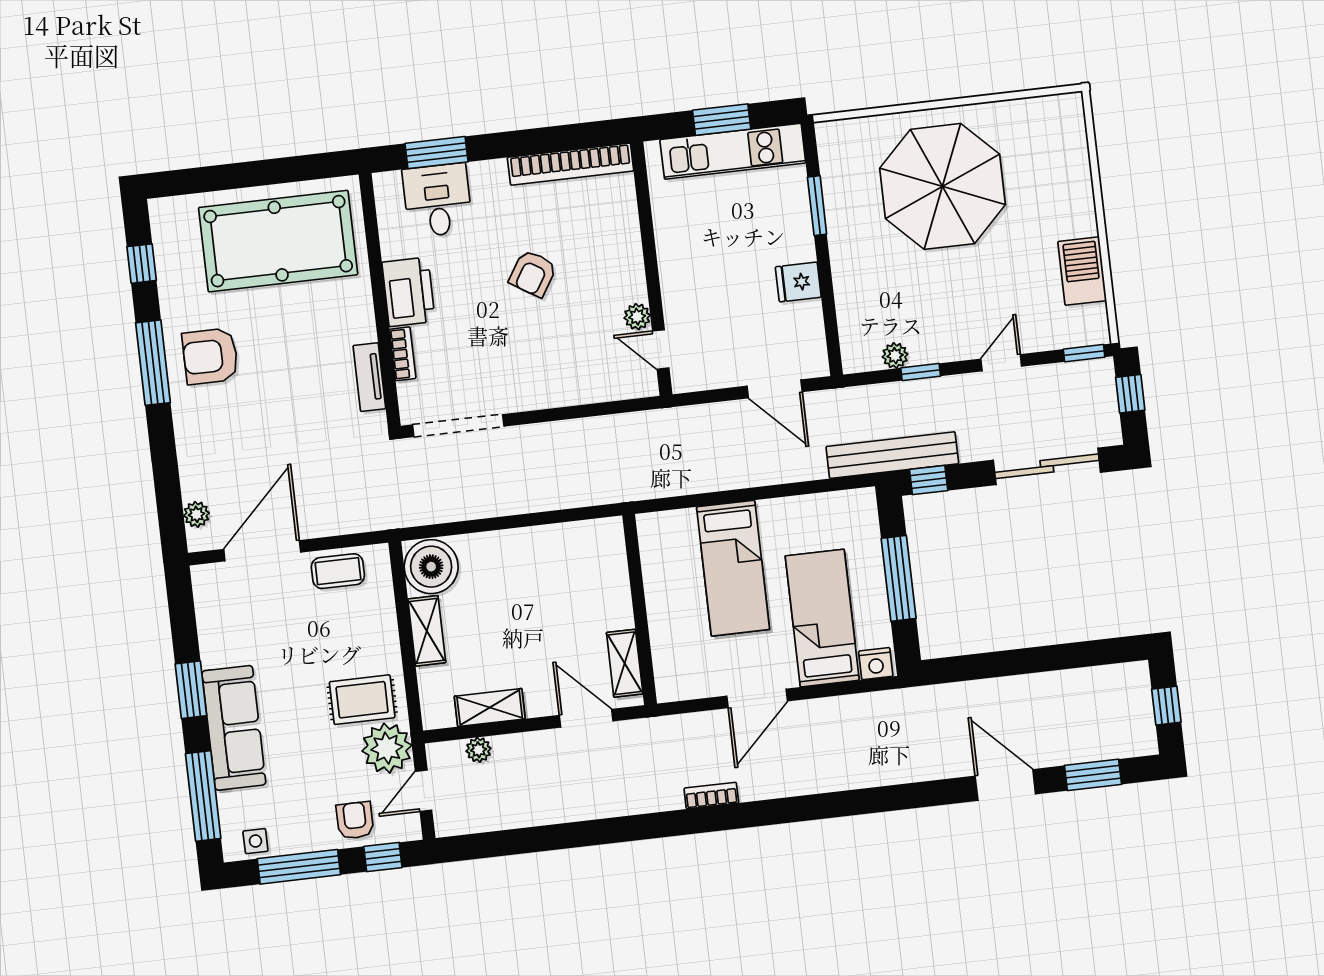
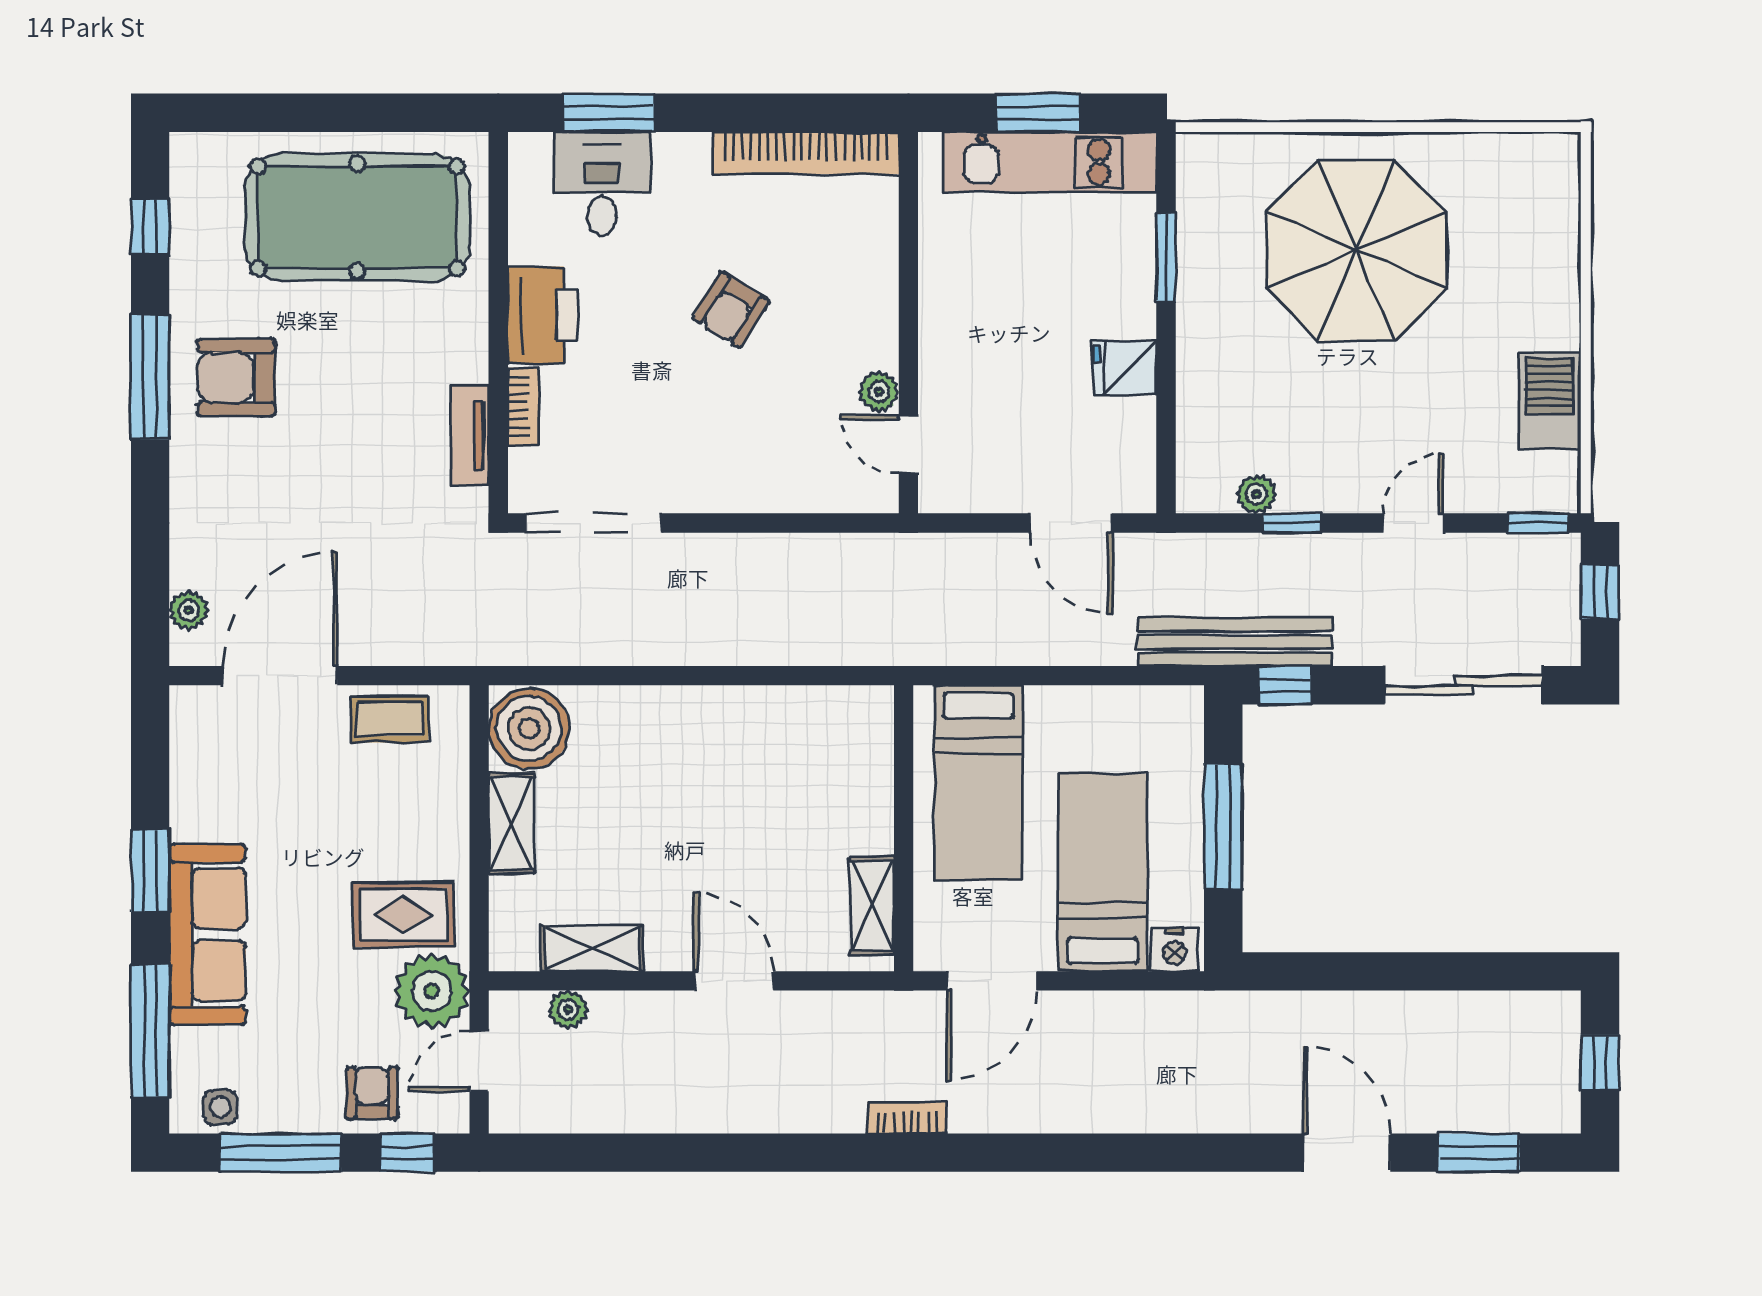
wall: (640, 610) -> (904, 828), moved
shelving: (625, 663) -> (872, 906), moved

